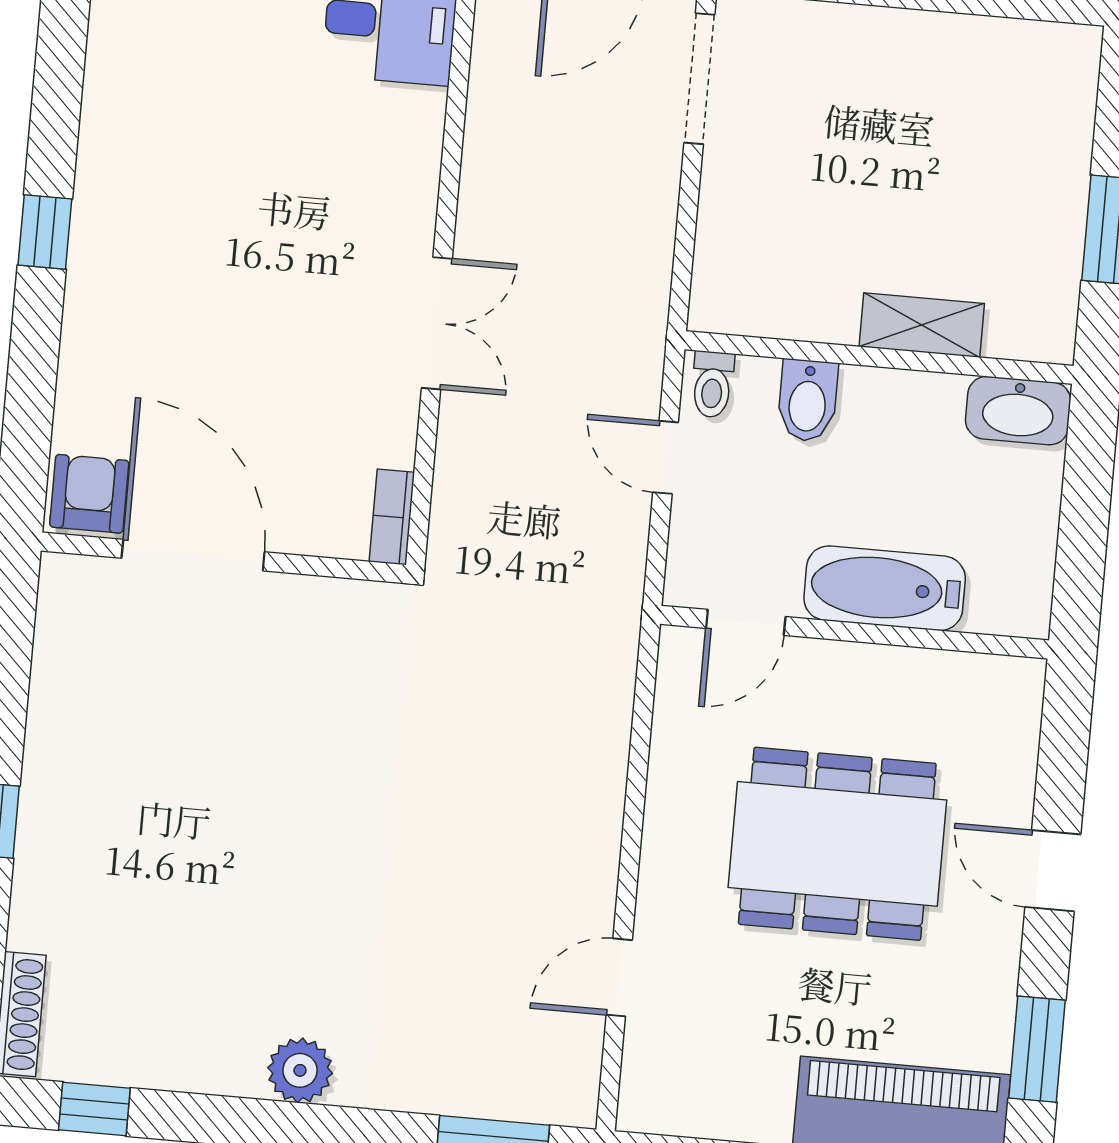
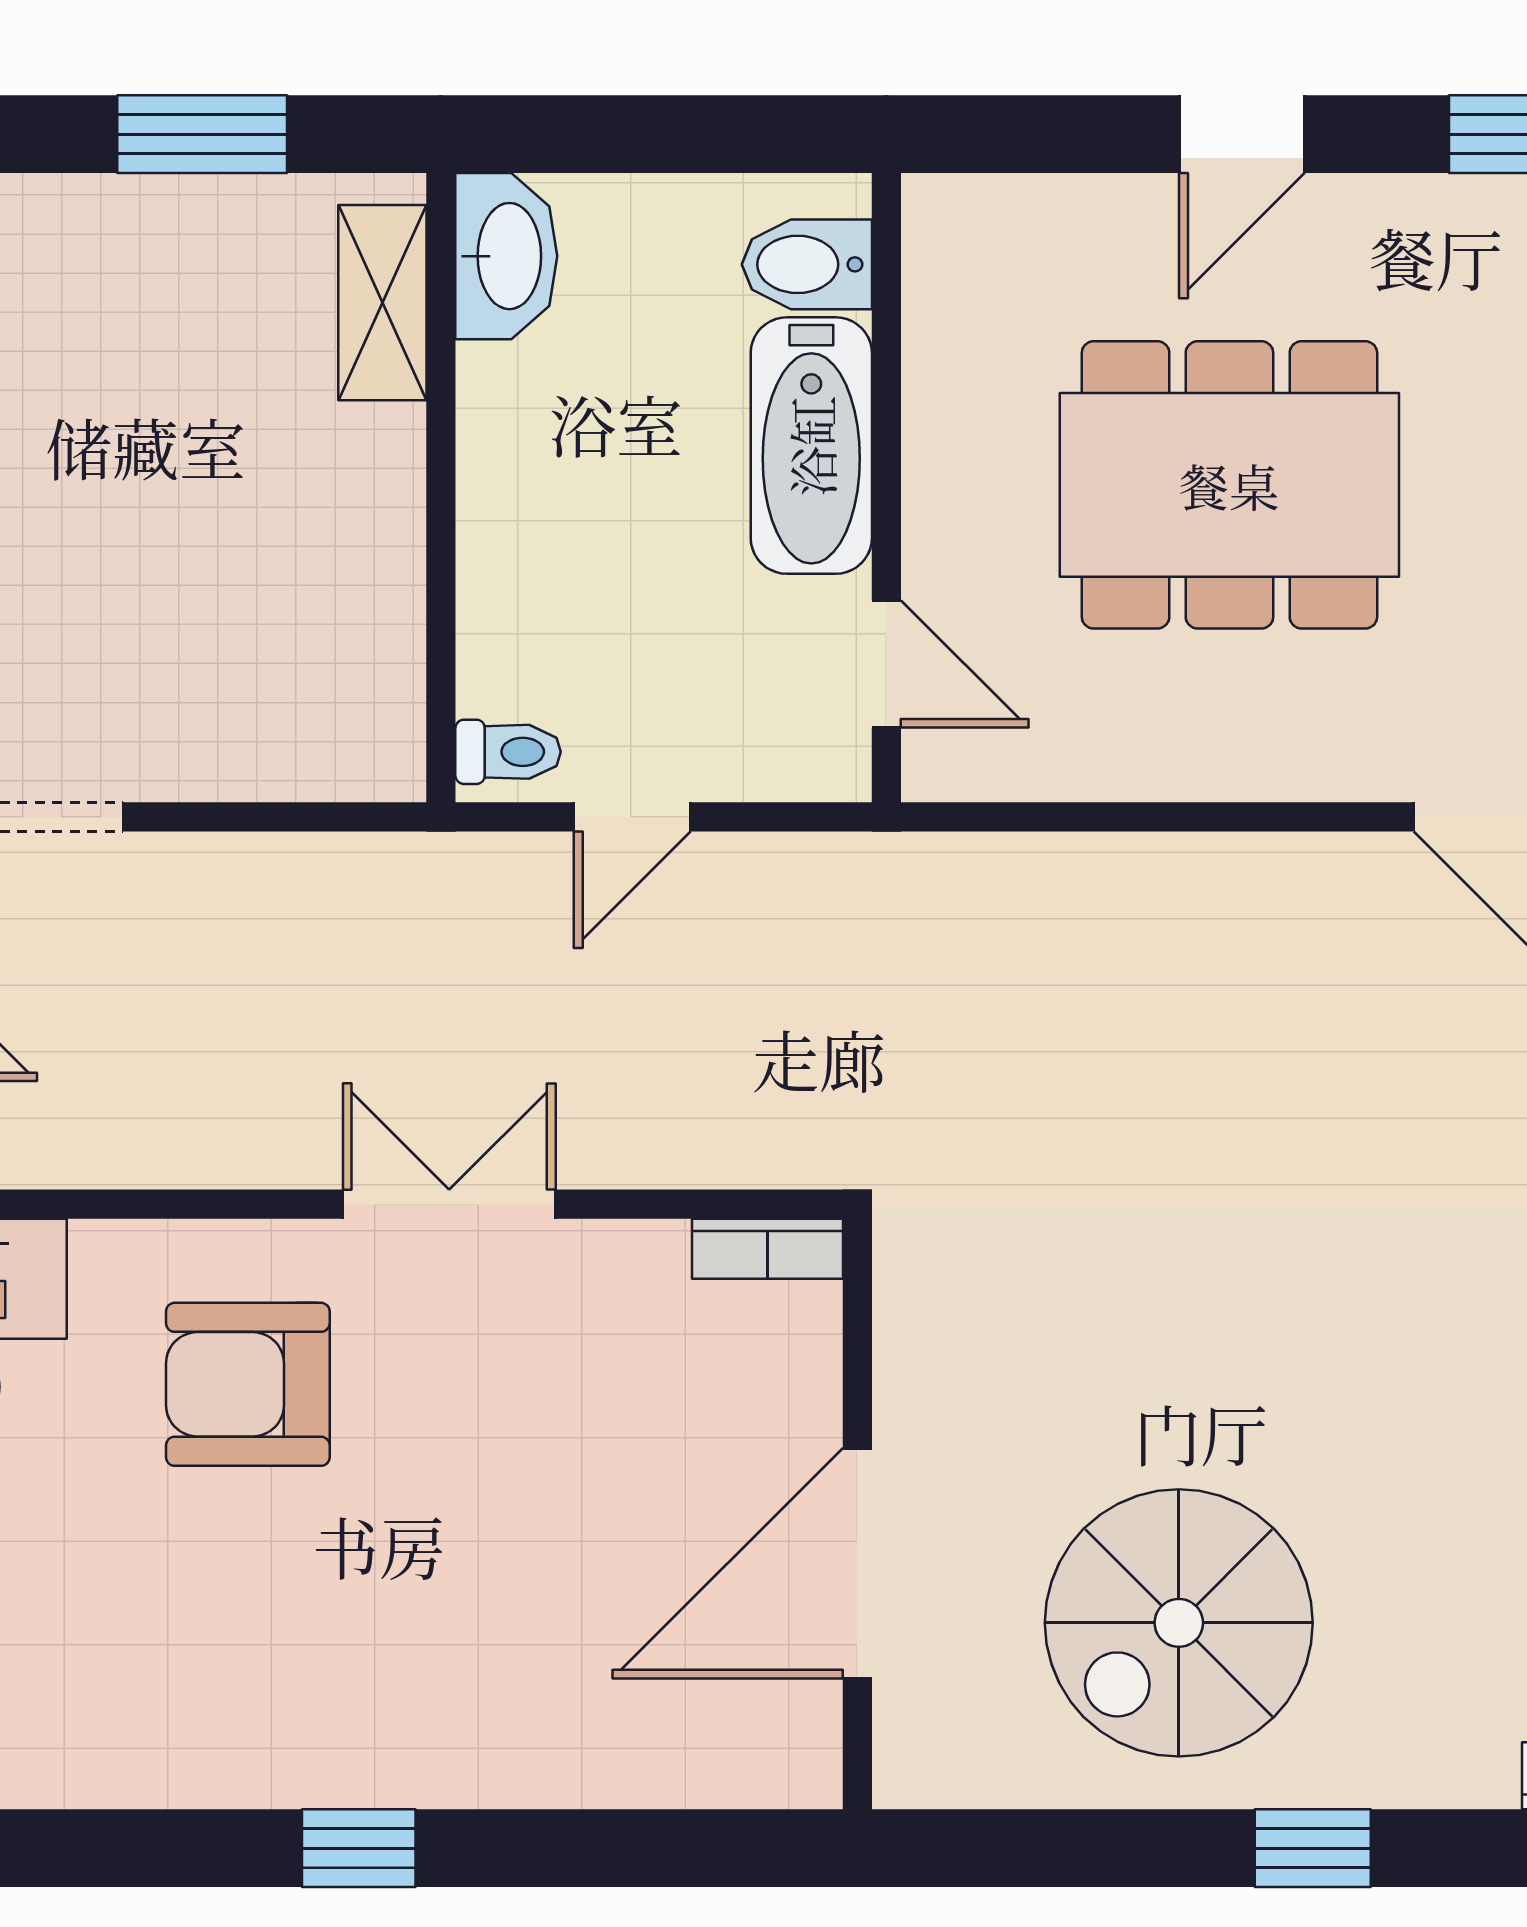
shelving: (922, 325) -> (382, 303), moved
bidet: (808, 401) -> (807, 264), moved, turned 180
armchair: (89, 494) -> (248, 1384), moved, width x1.38, depth x1.38
spiral stairs: (139, 750) -> (1179, 1623), added
dining table: (837, 844) -> (1229, 485), turned 90

